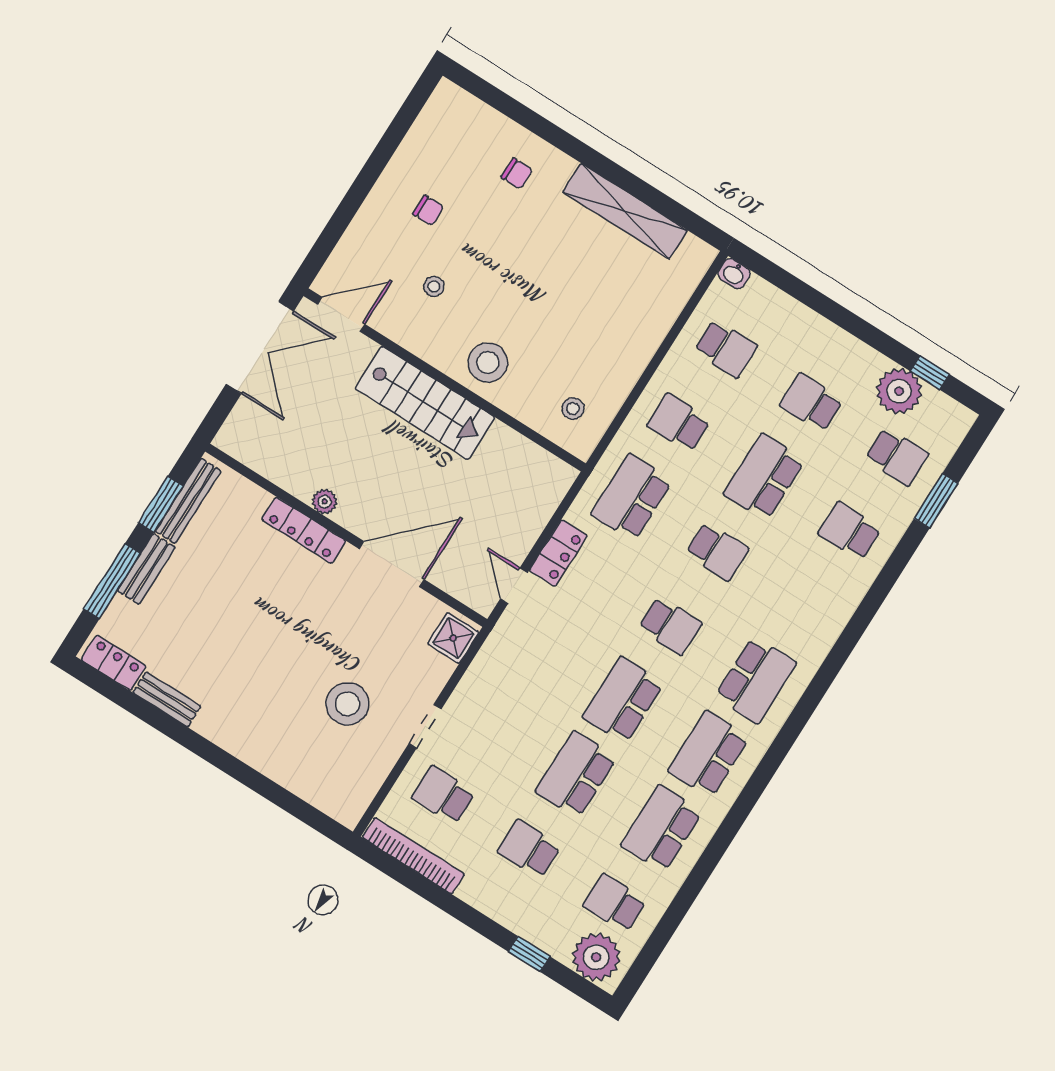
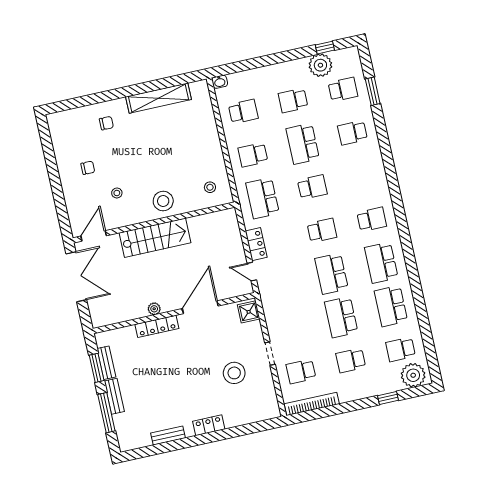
bench: (188, 501) -> (106, 363), width x0.73
locker: (114, 663) -> (209, 425), moved
school desk: (756, 680) -> (372, 219), width x0.54

